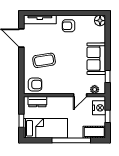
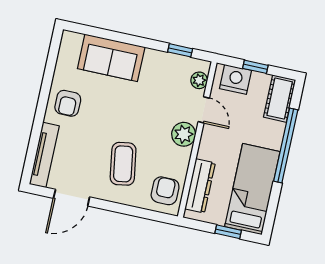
floor lamp: (100, 21) -> (71, 42), removed
sofa: (96, 59) -> (111, 58), moved
plant: (66, 88) -> (184, 134), added
dresser: (37, 102) -> (200, 186), width x1.44

